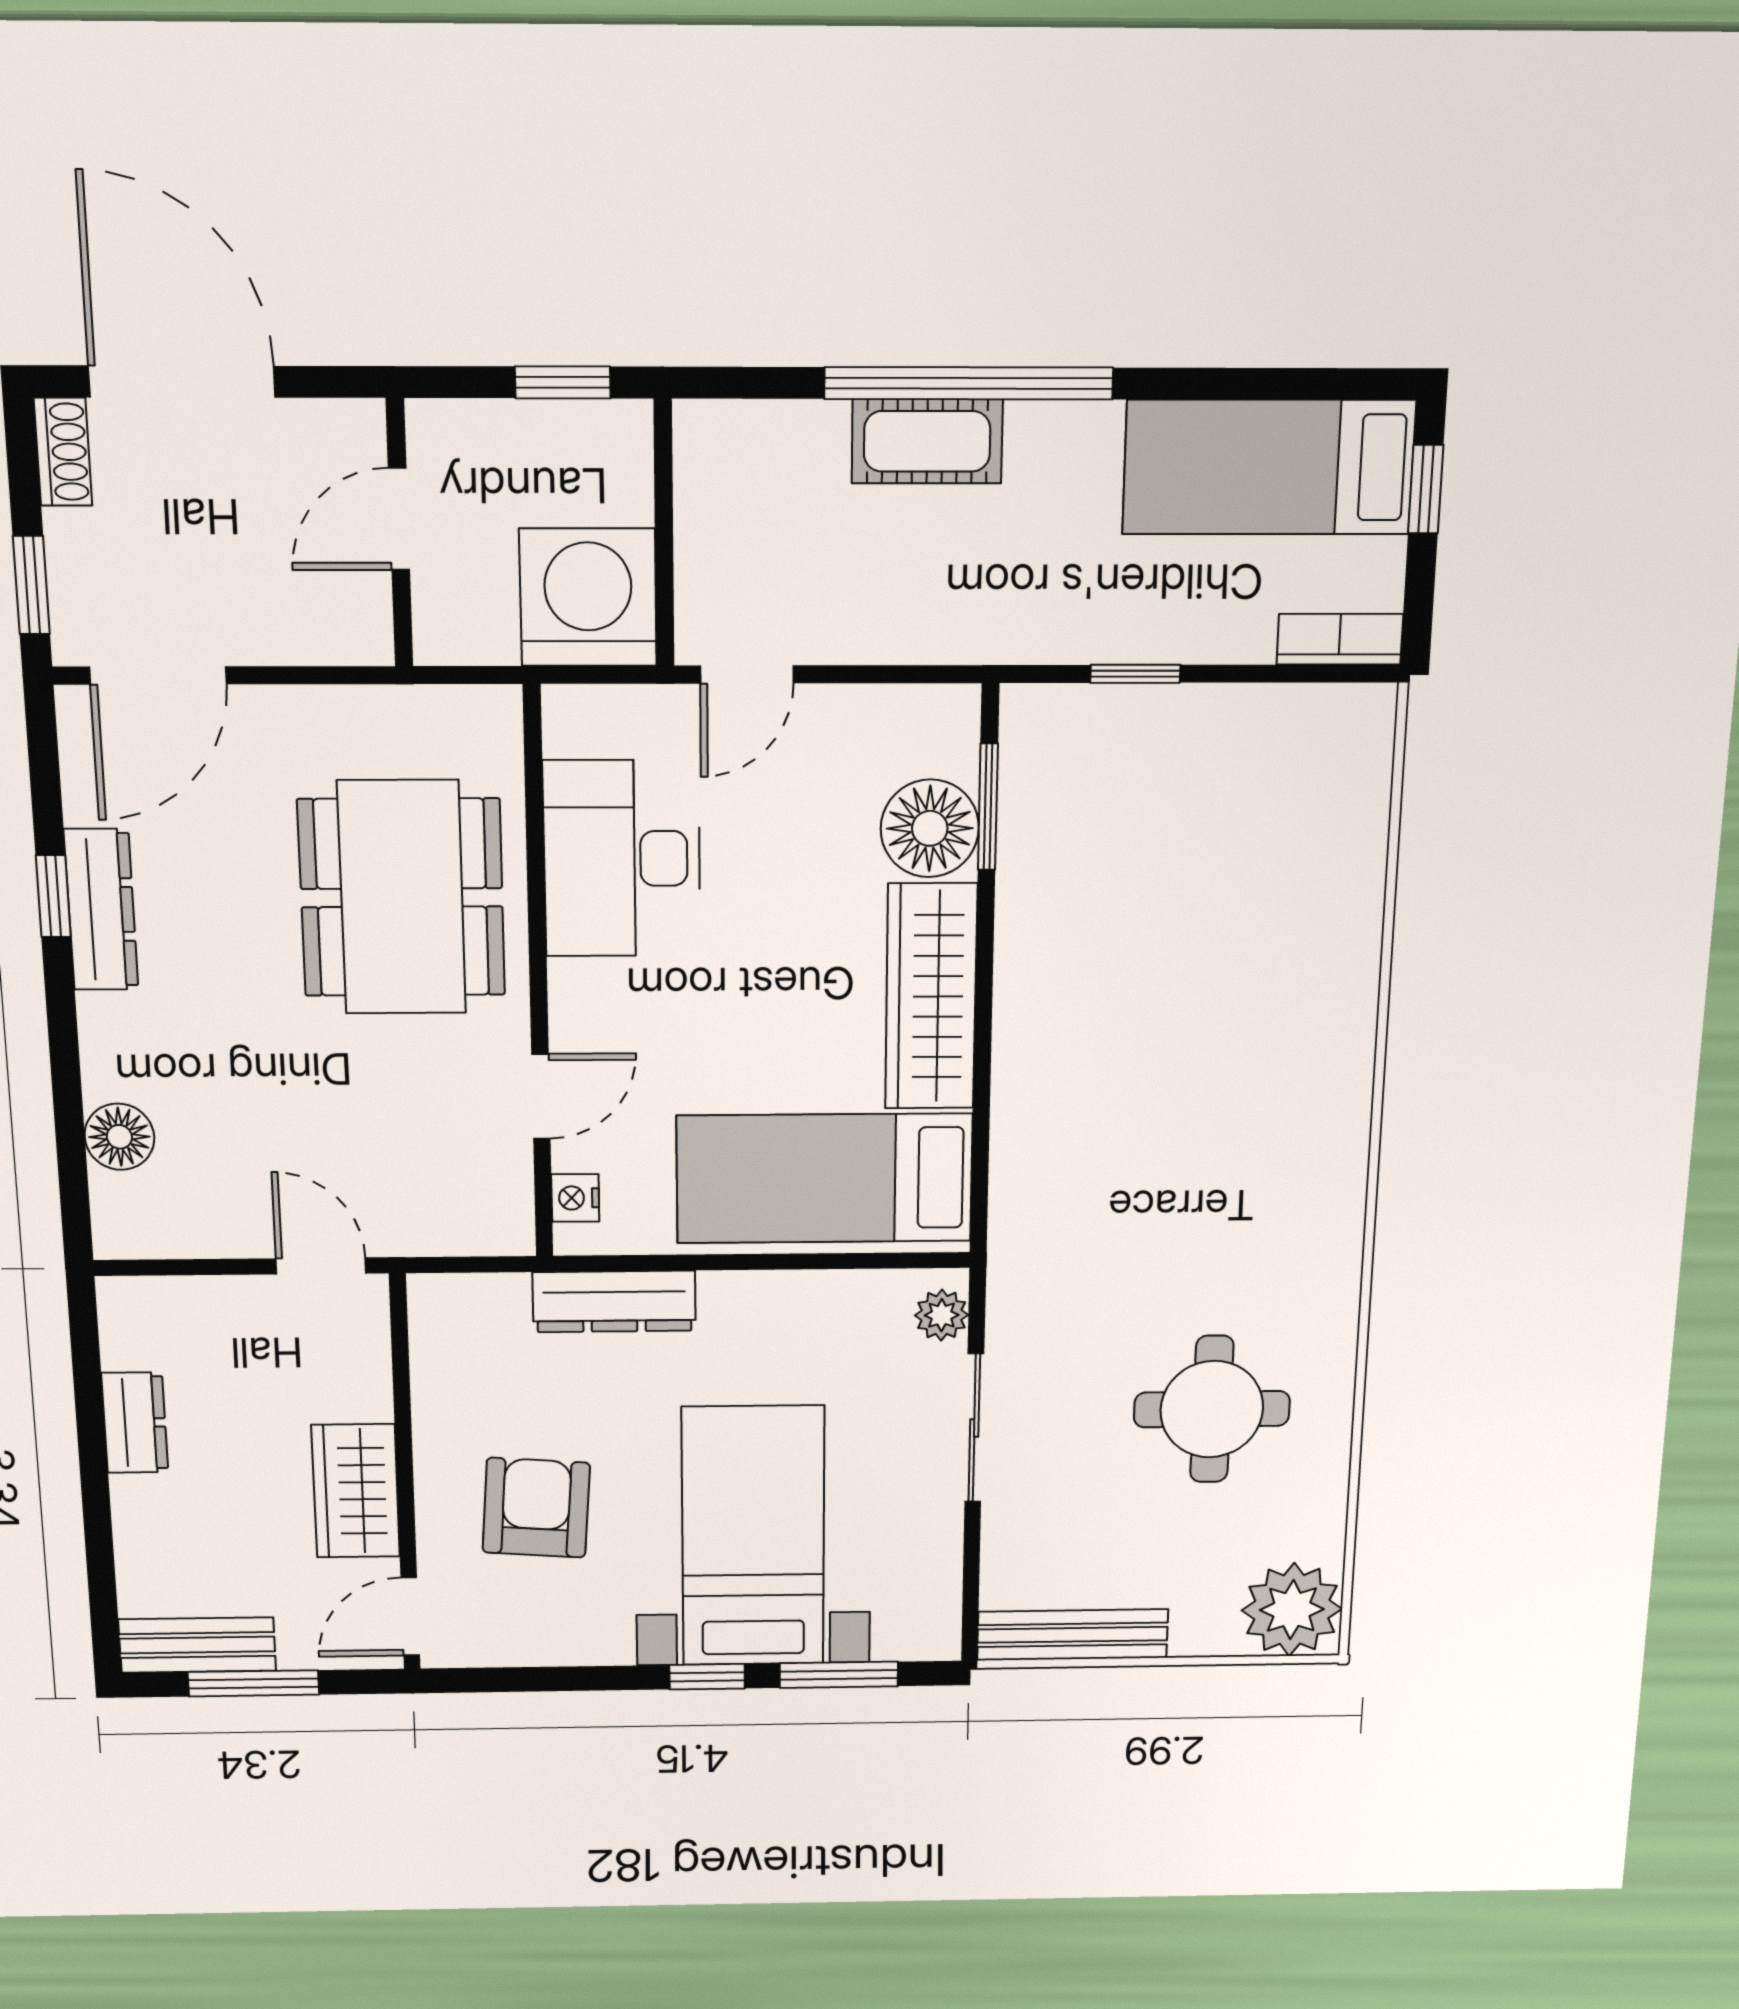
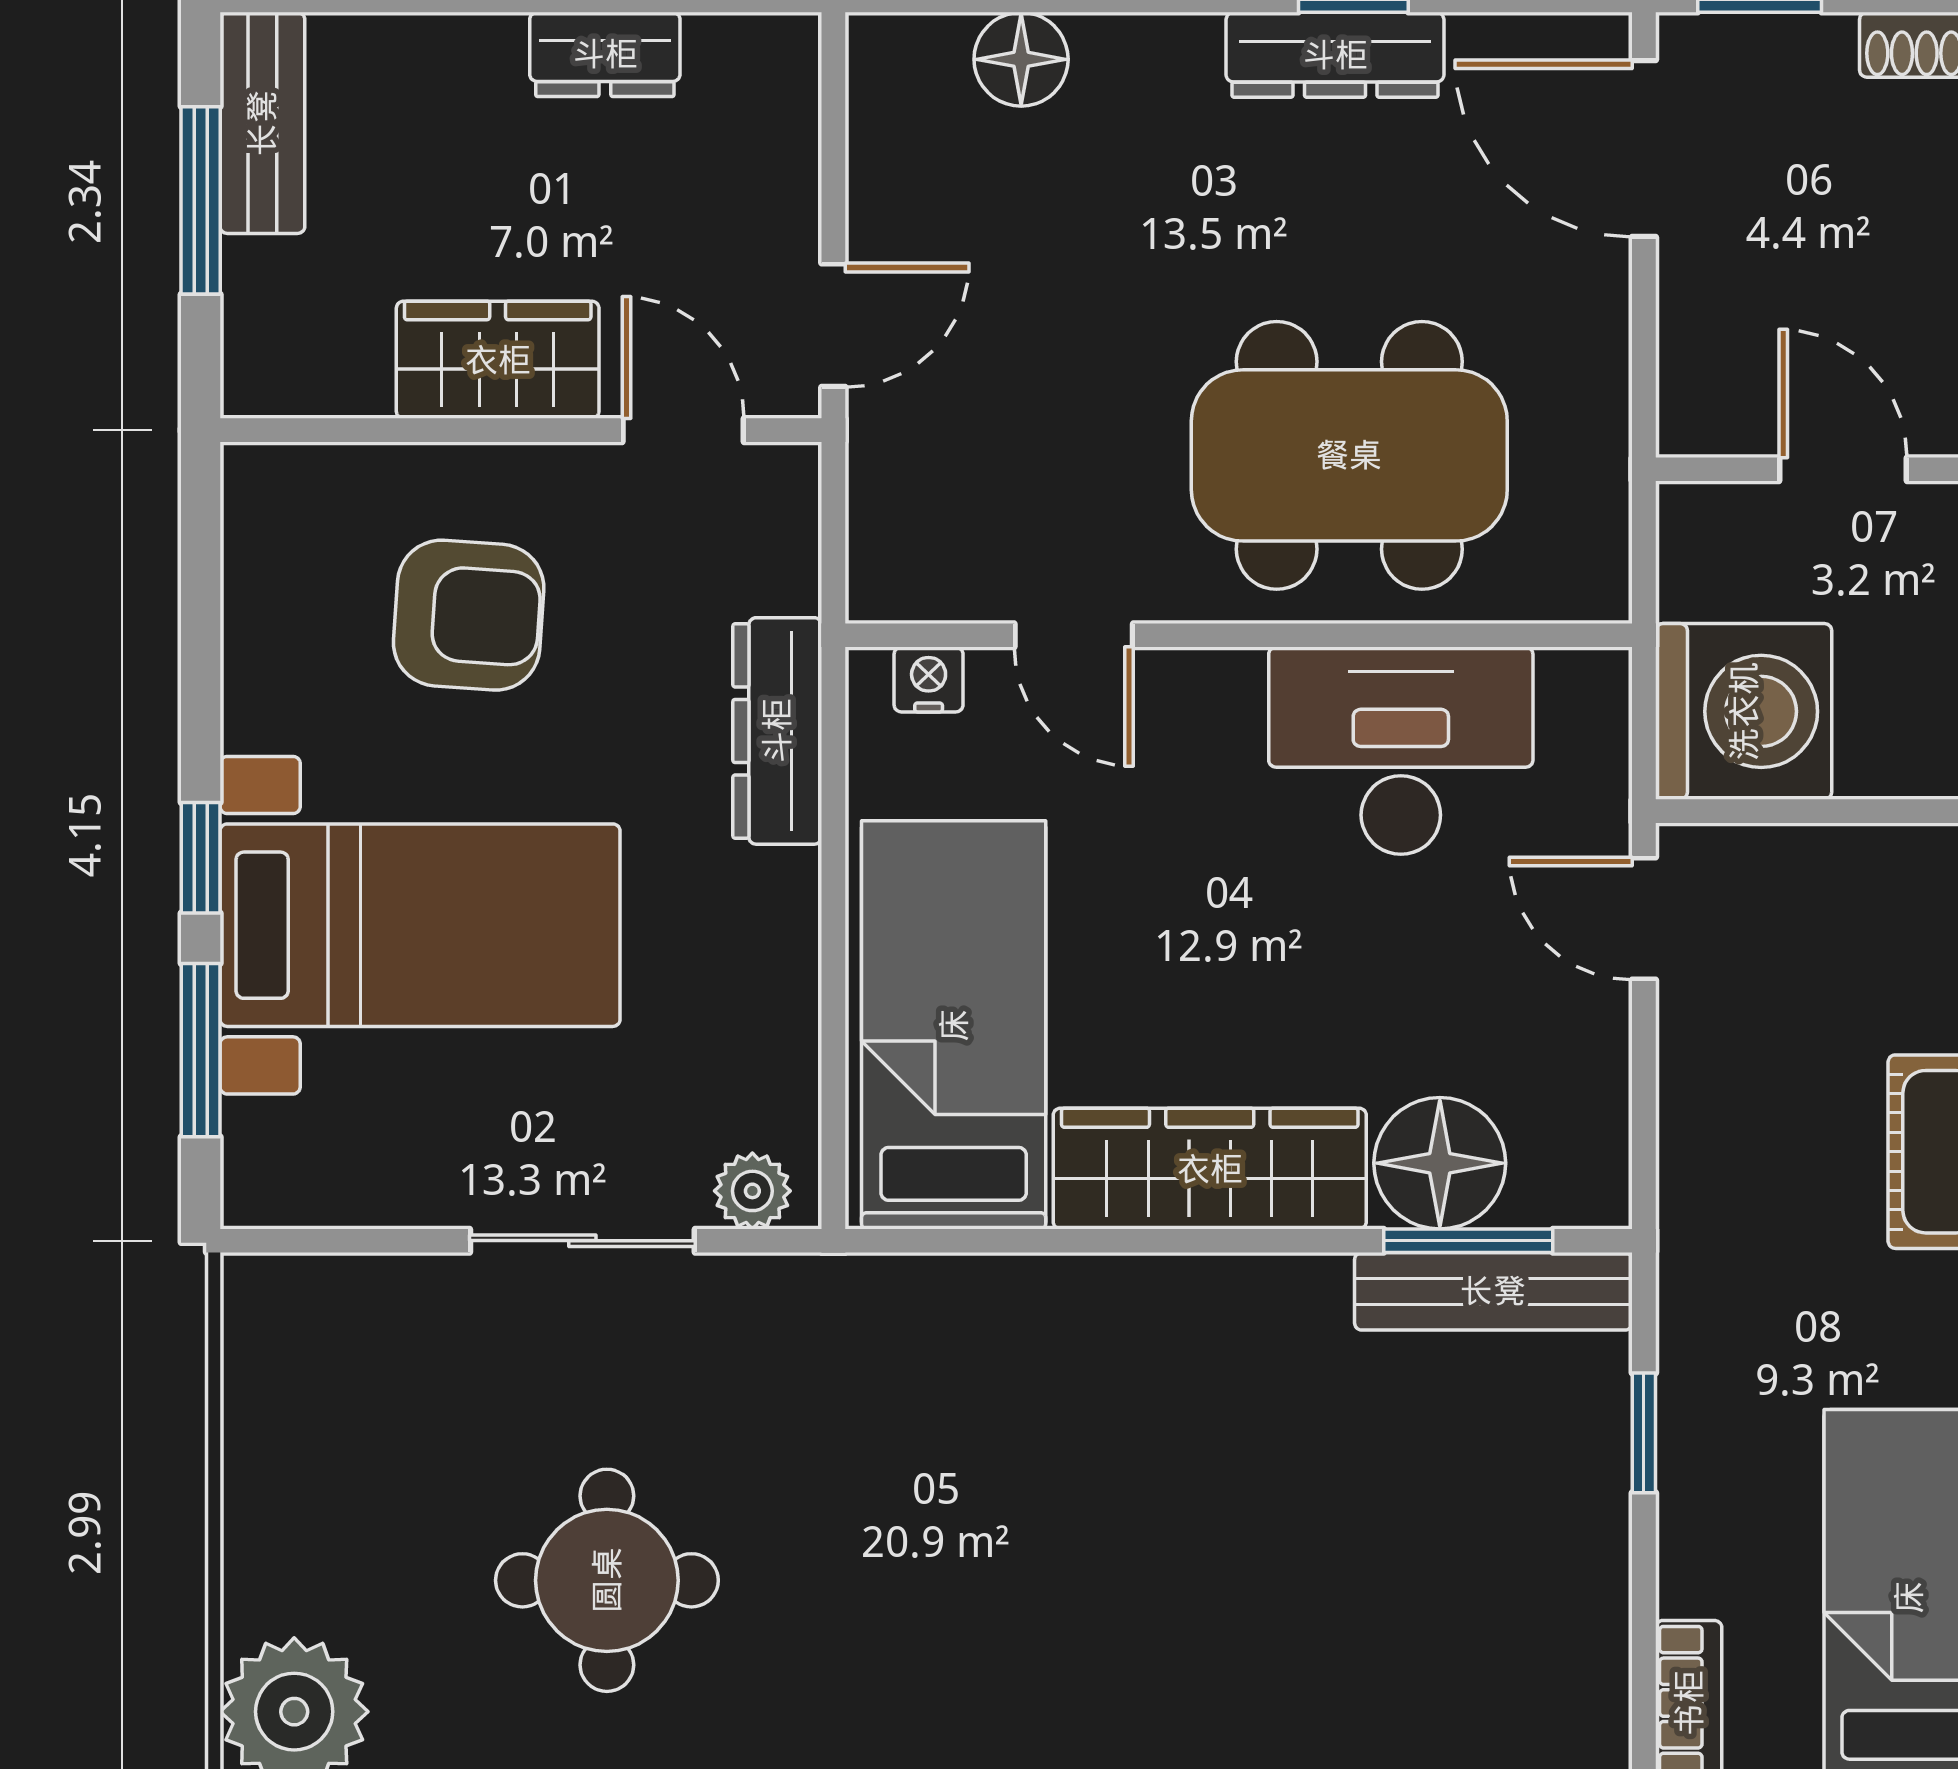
door: (410, 1617) -> (683, 430), moved
bench: (1073, 1635) -> (1493, 1291), moved, turned 90

